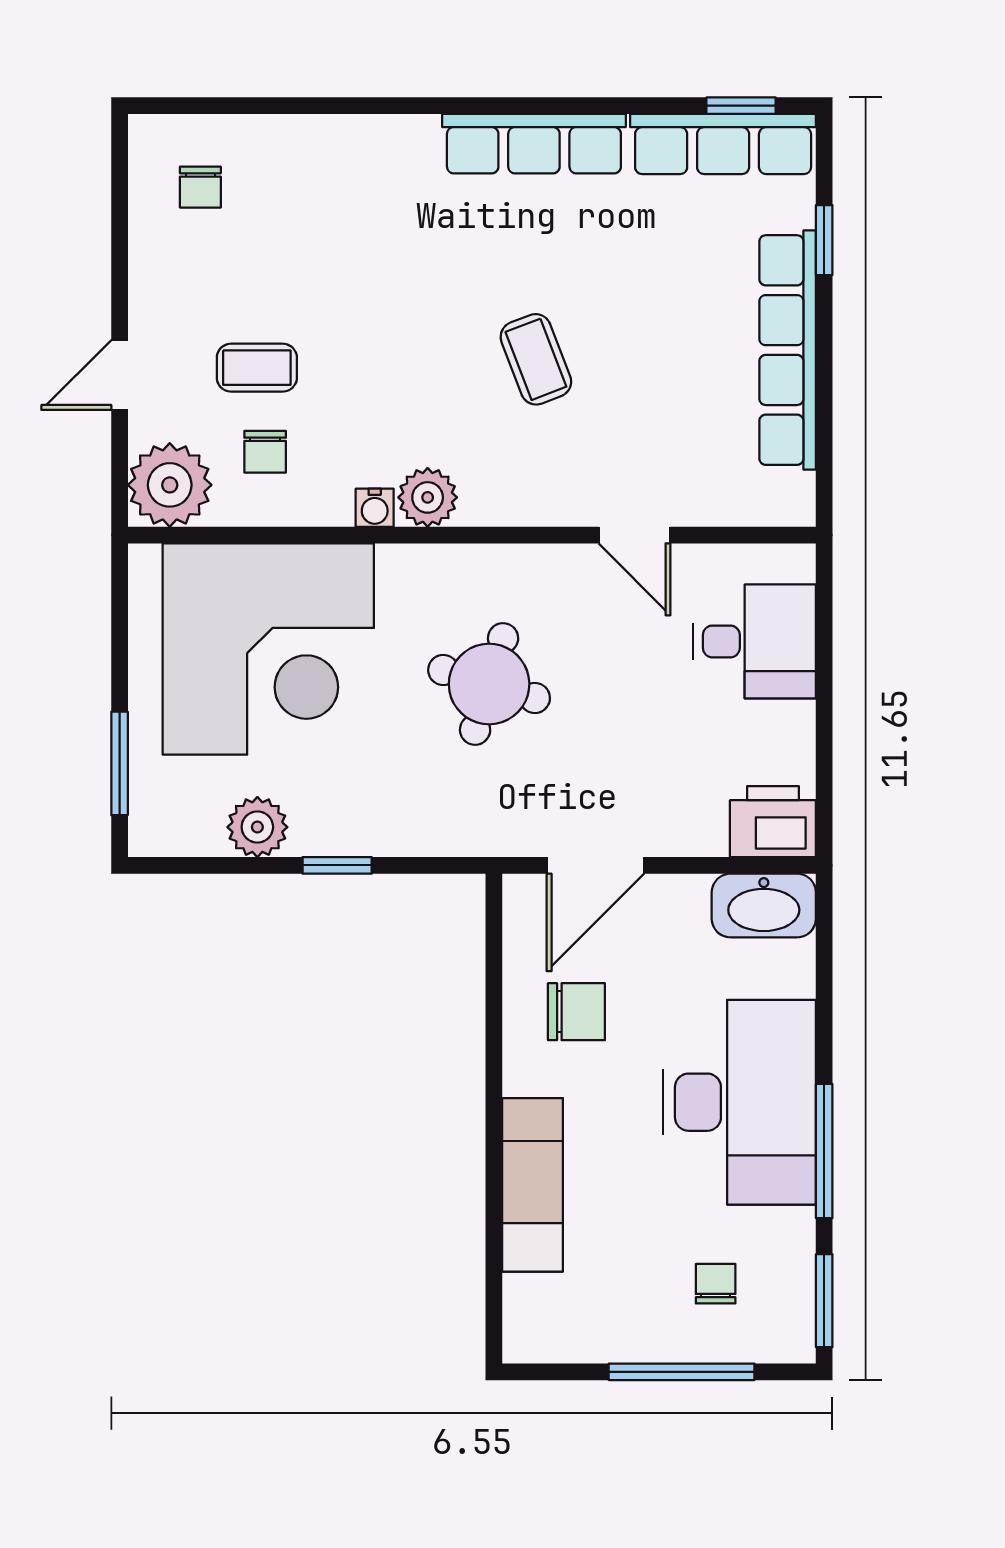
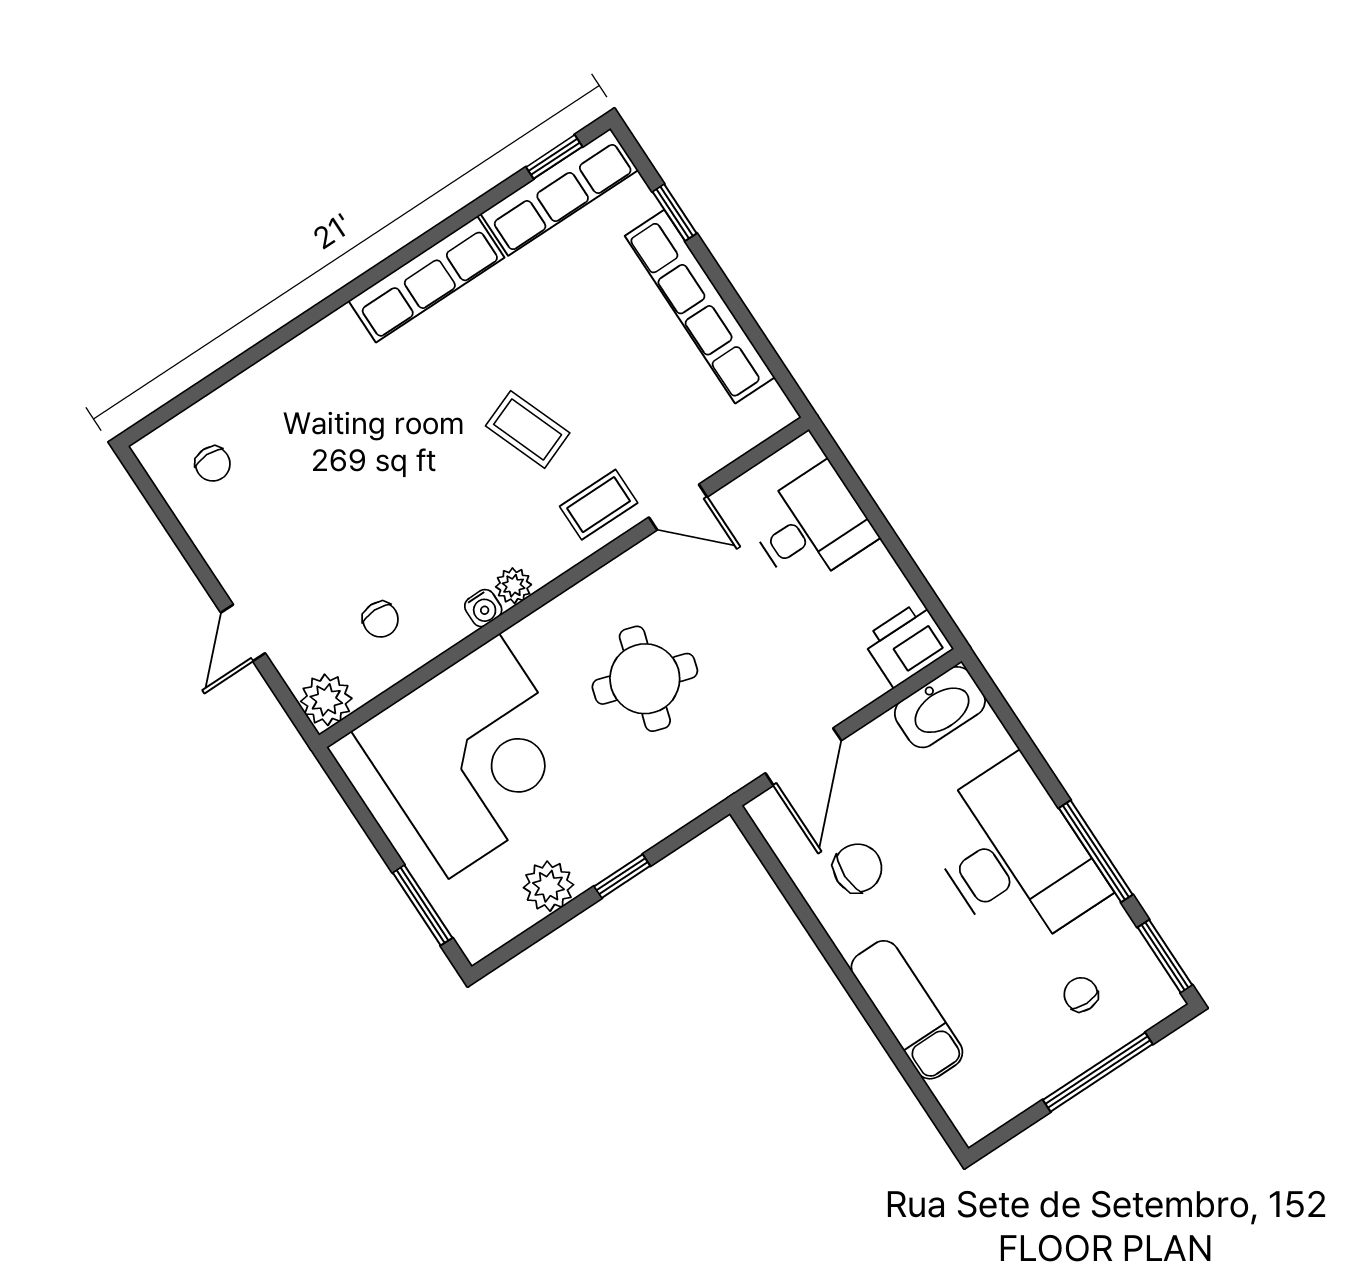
coffee table: (257, 368) -> (599, 505), moved
plant: (170, 485) -> (326, 700), width x0.73, depth x0.73
plant: (428, 497) -> (514, 586), width x0.73, depth x0.73

